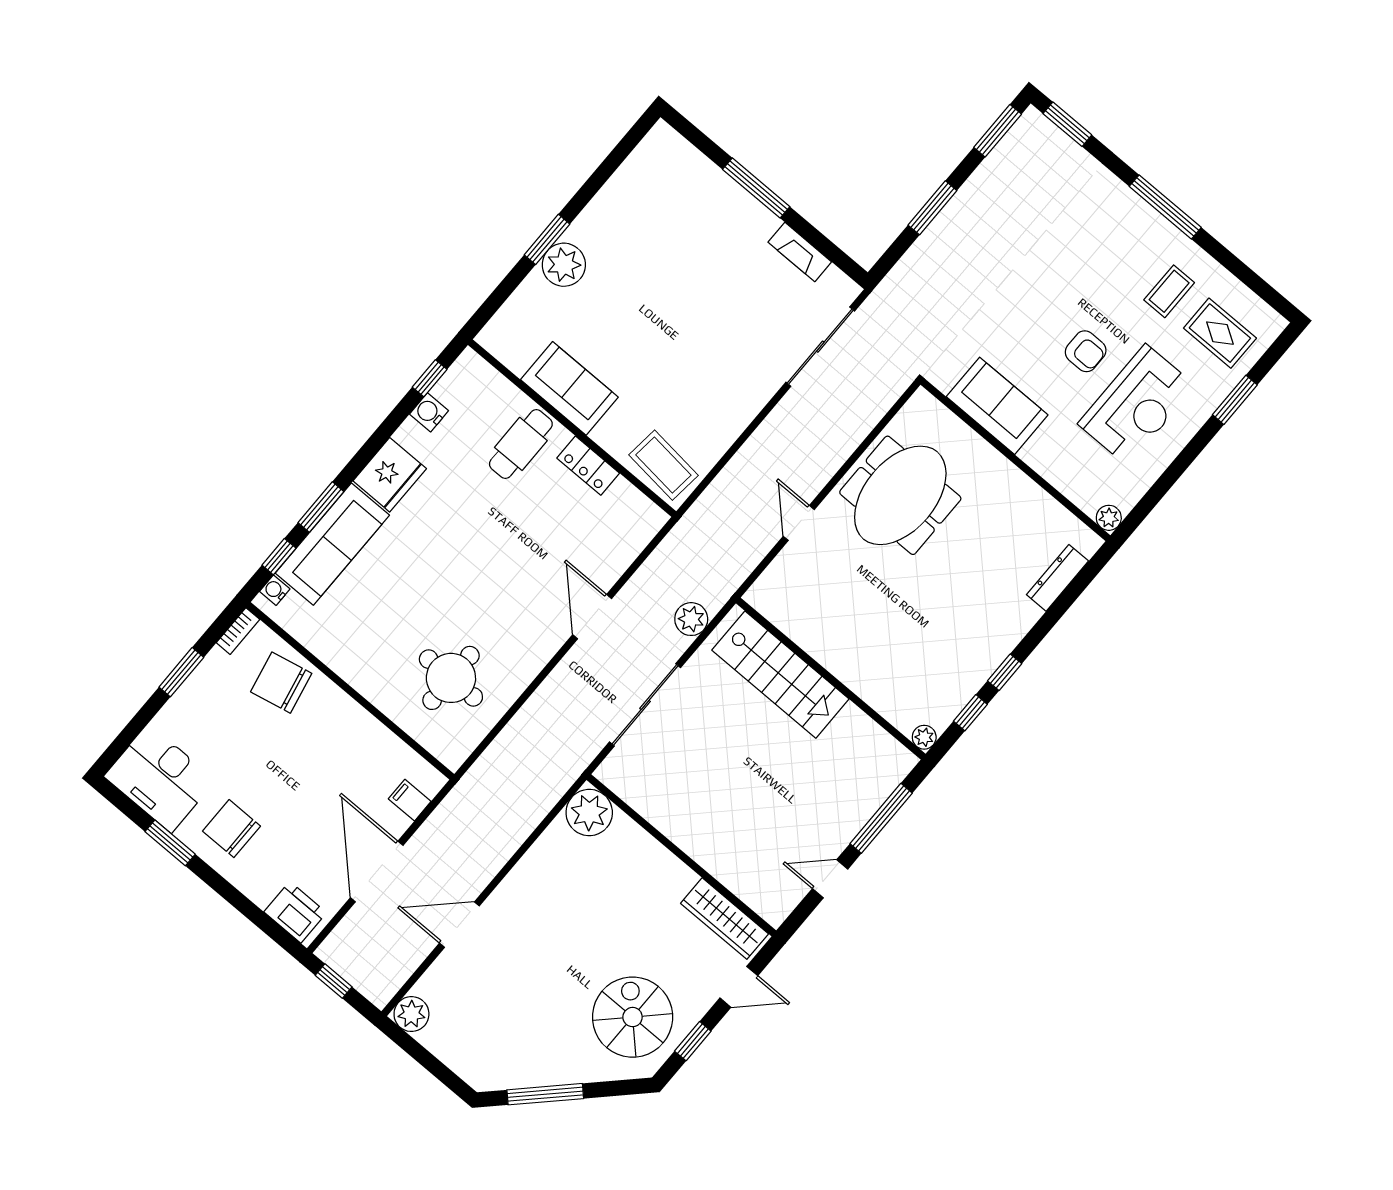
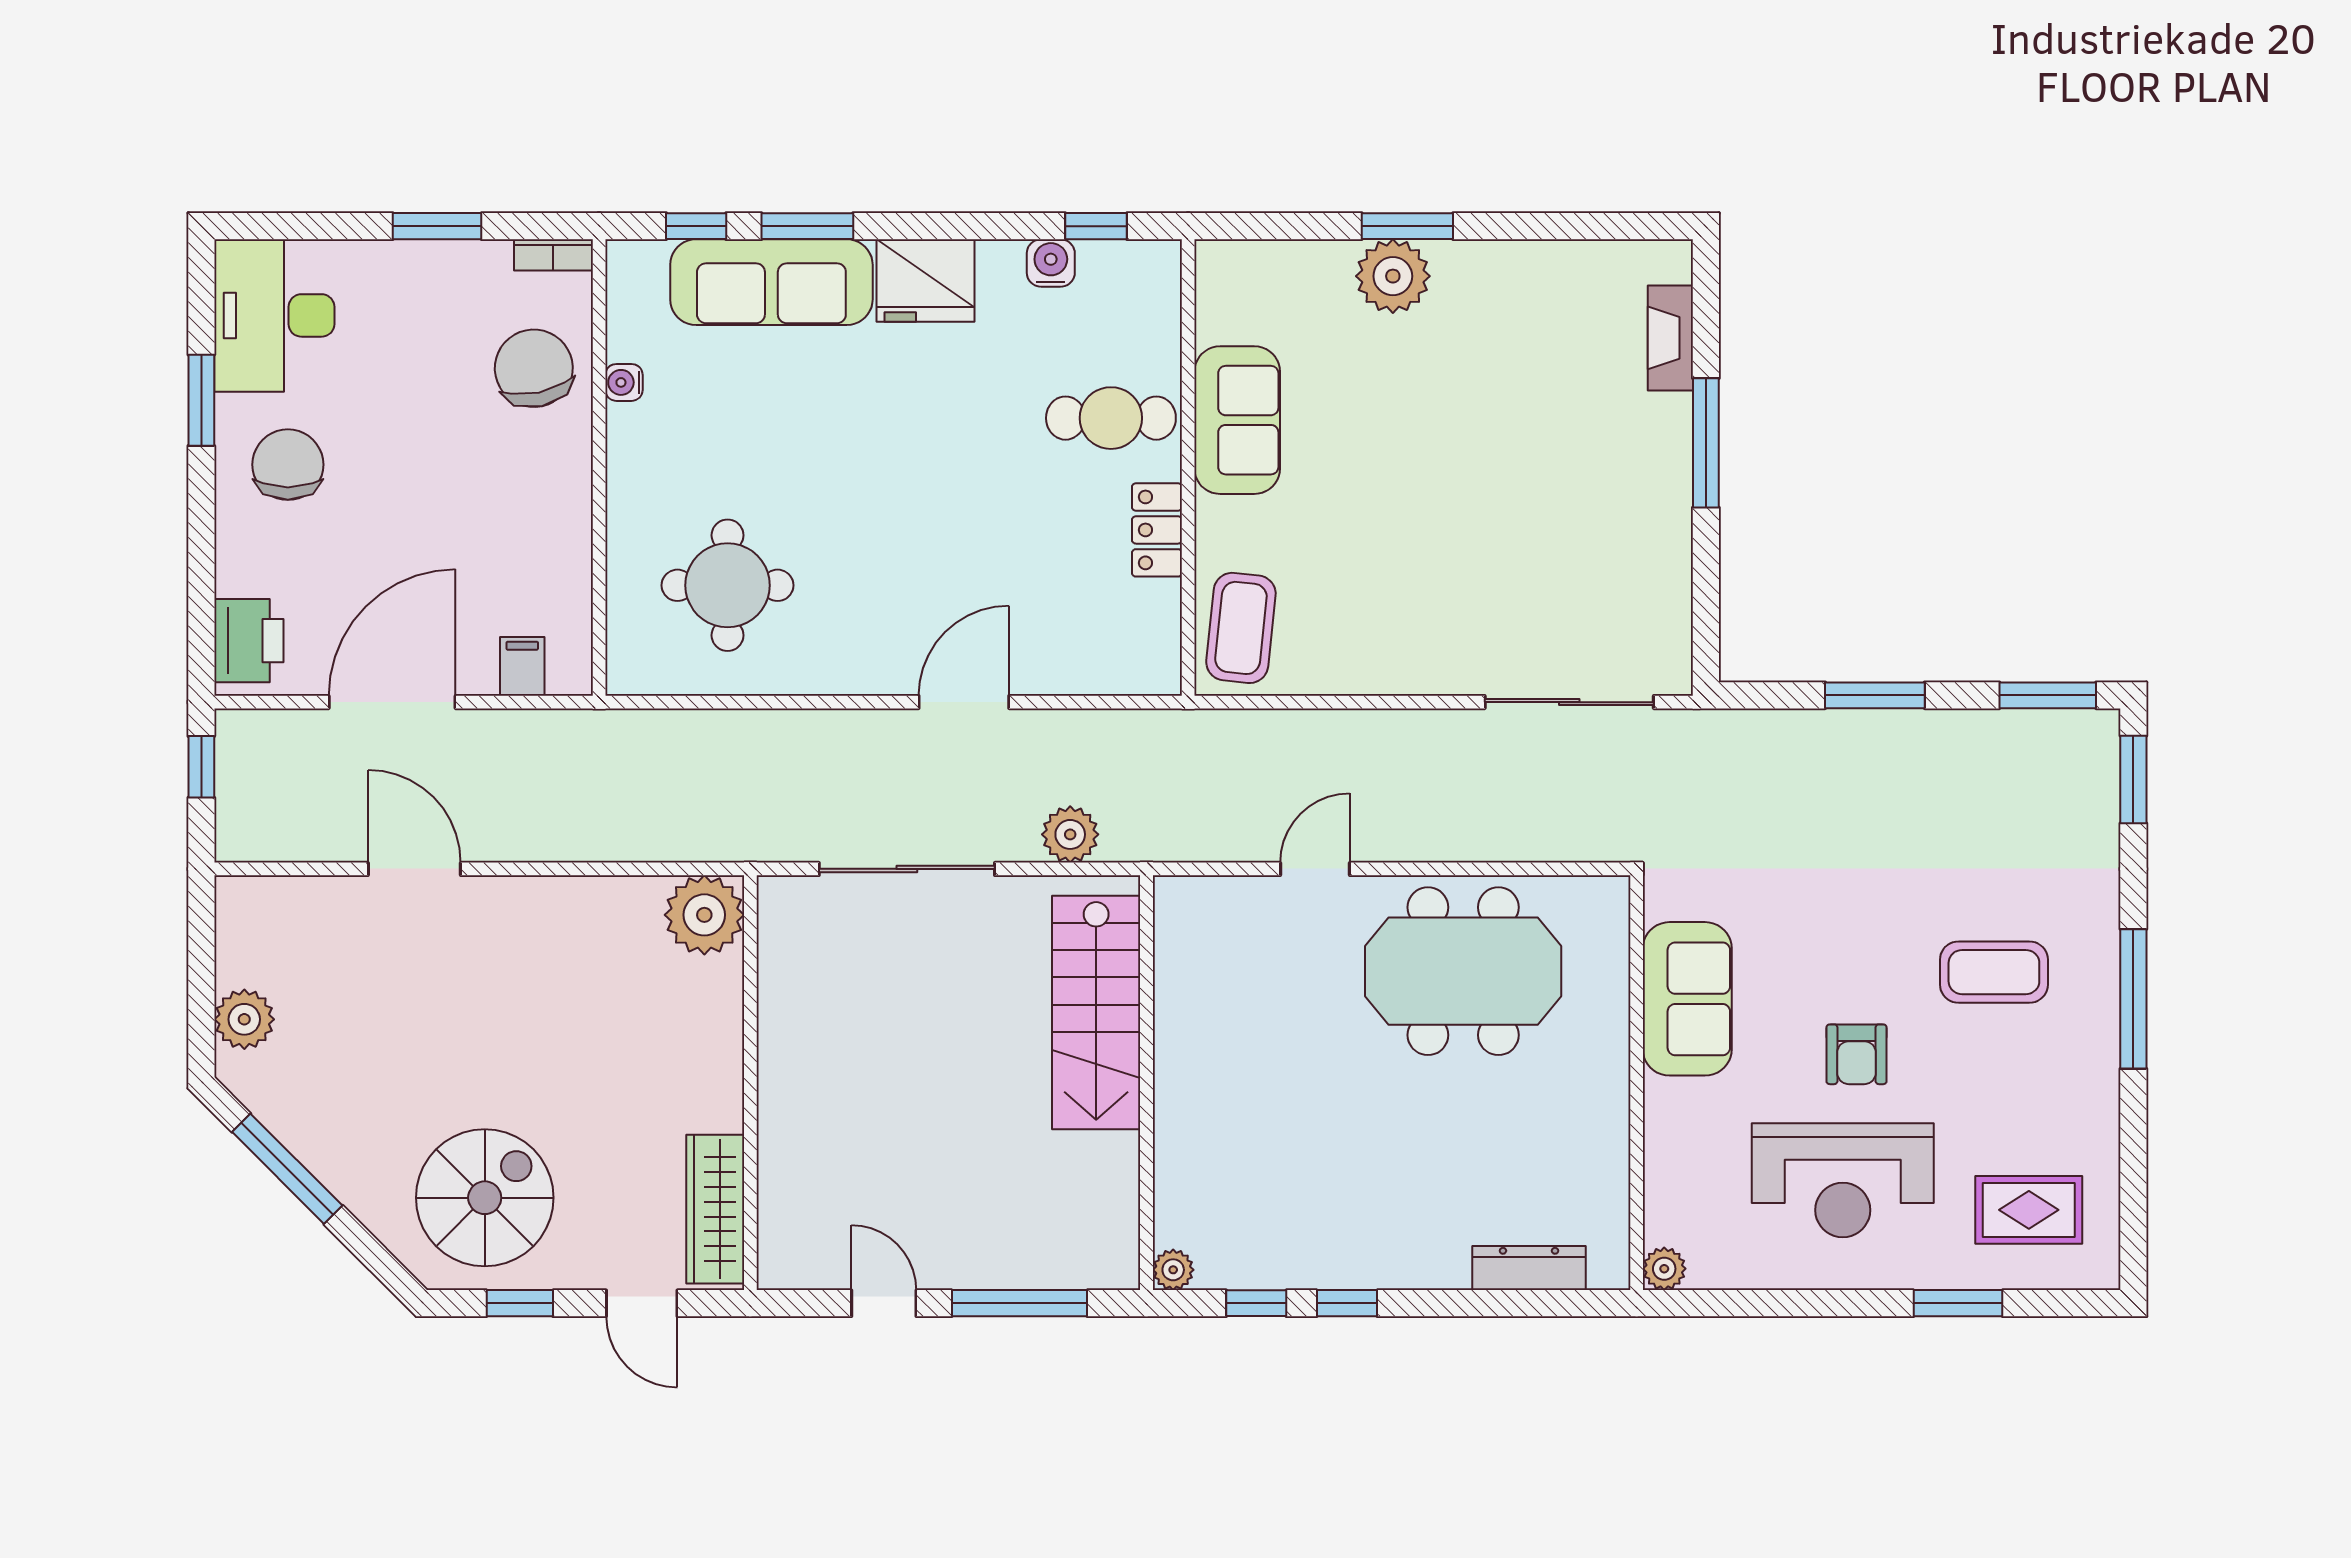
fireplace: (800, 252) -> (1670, 338), moved
coffee table: (1169, 291) -> (1994, 972), moved, width x1.36, depth x1.30
rug: (1220, 333) -> (2029, 1210), turned 90
water cooler: (275, 590) -> (624, 382), moved, turned -90
plant: (411, 1014) -> (244, 1019), moved

